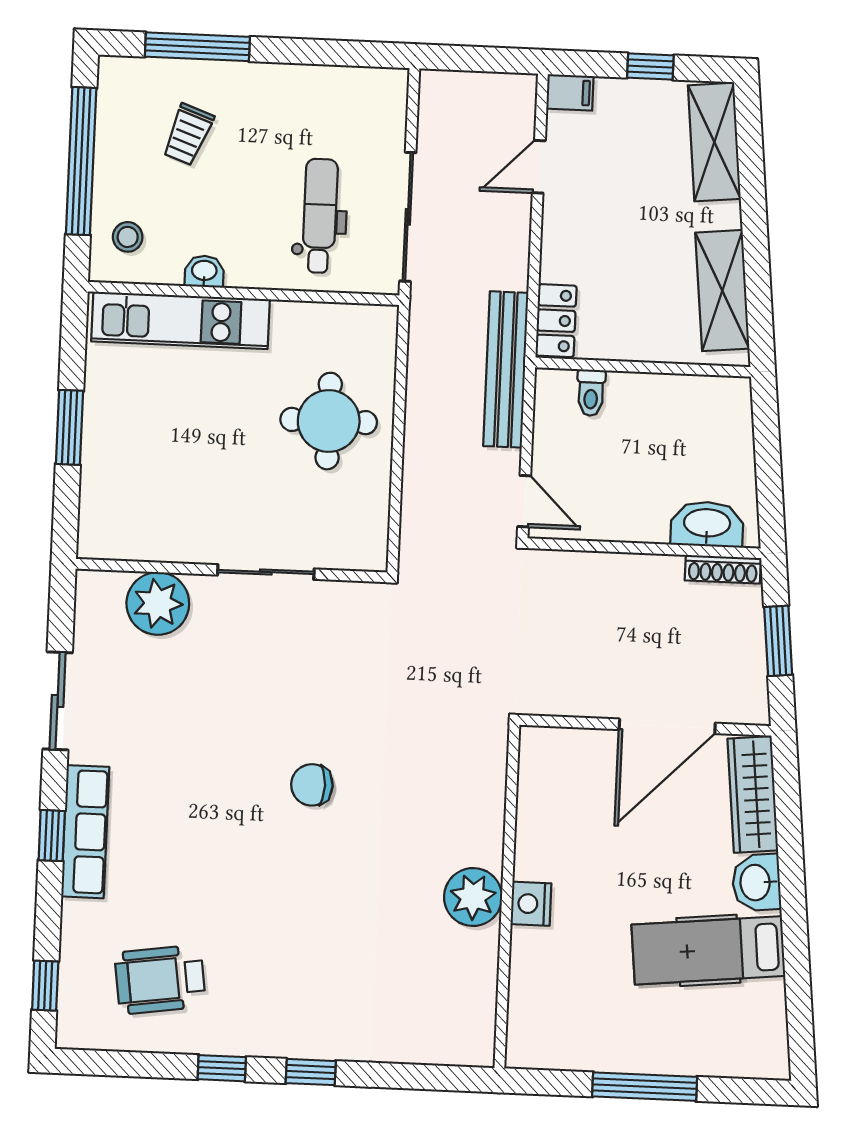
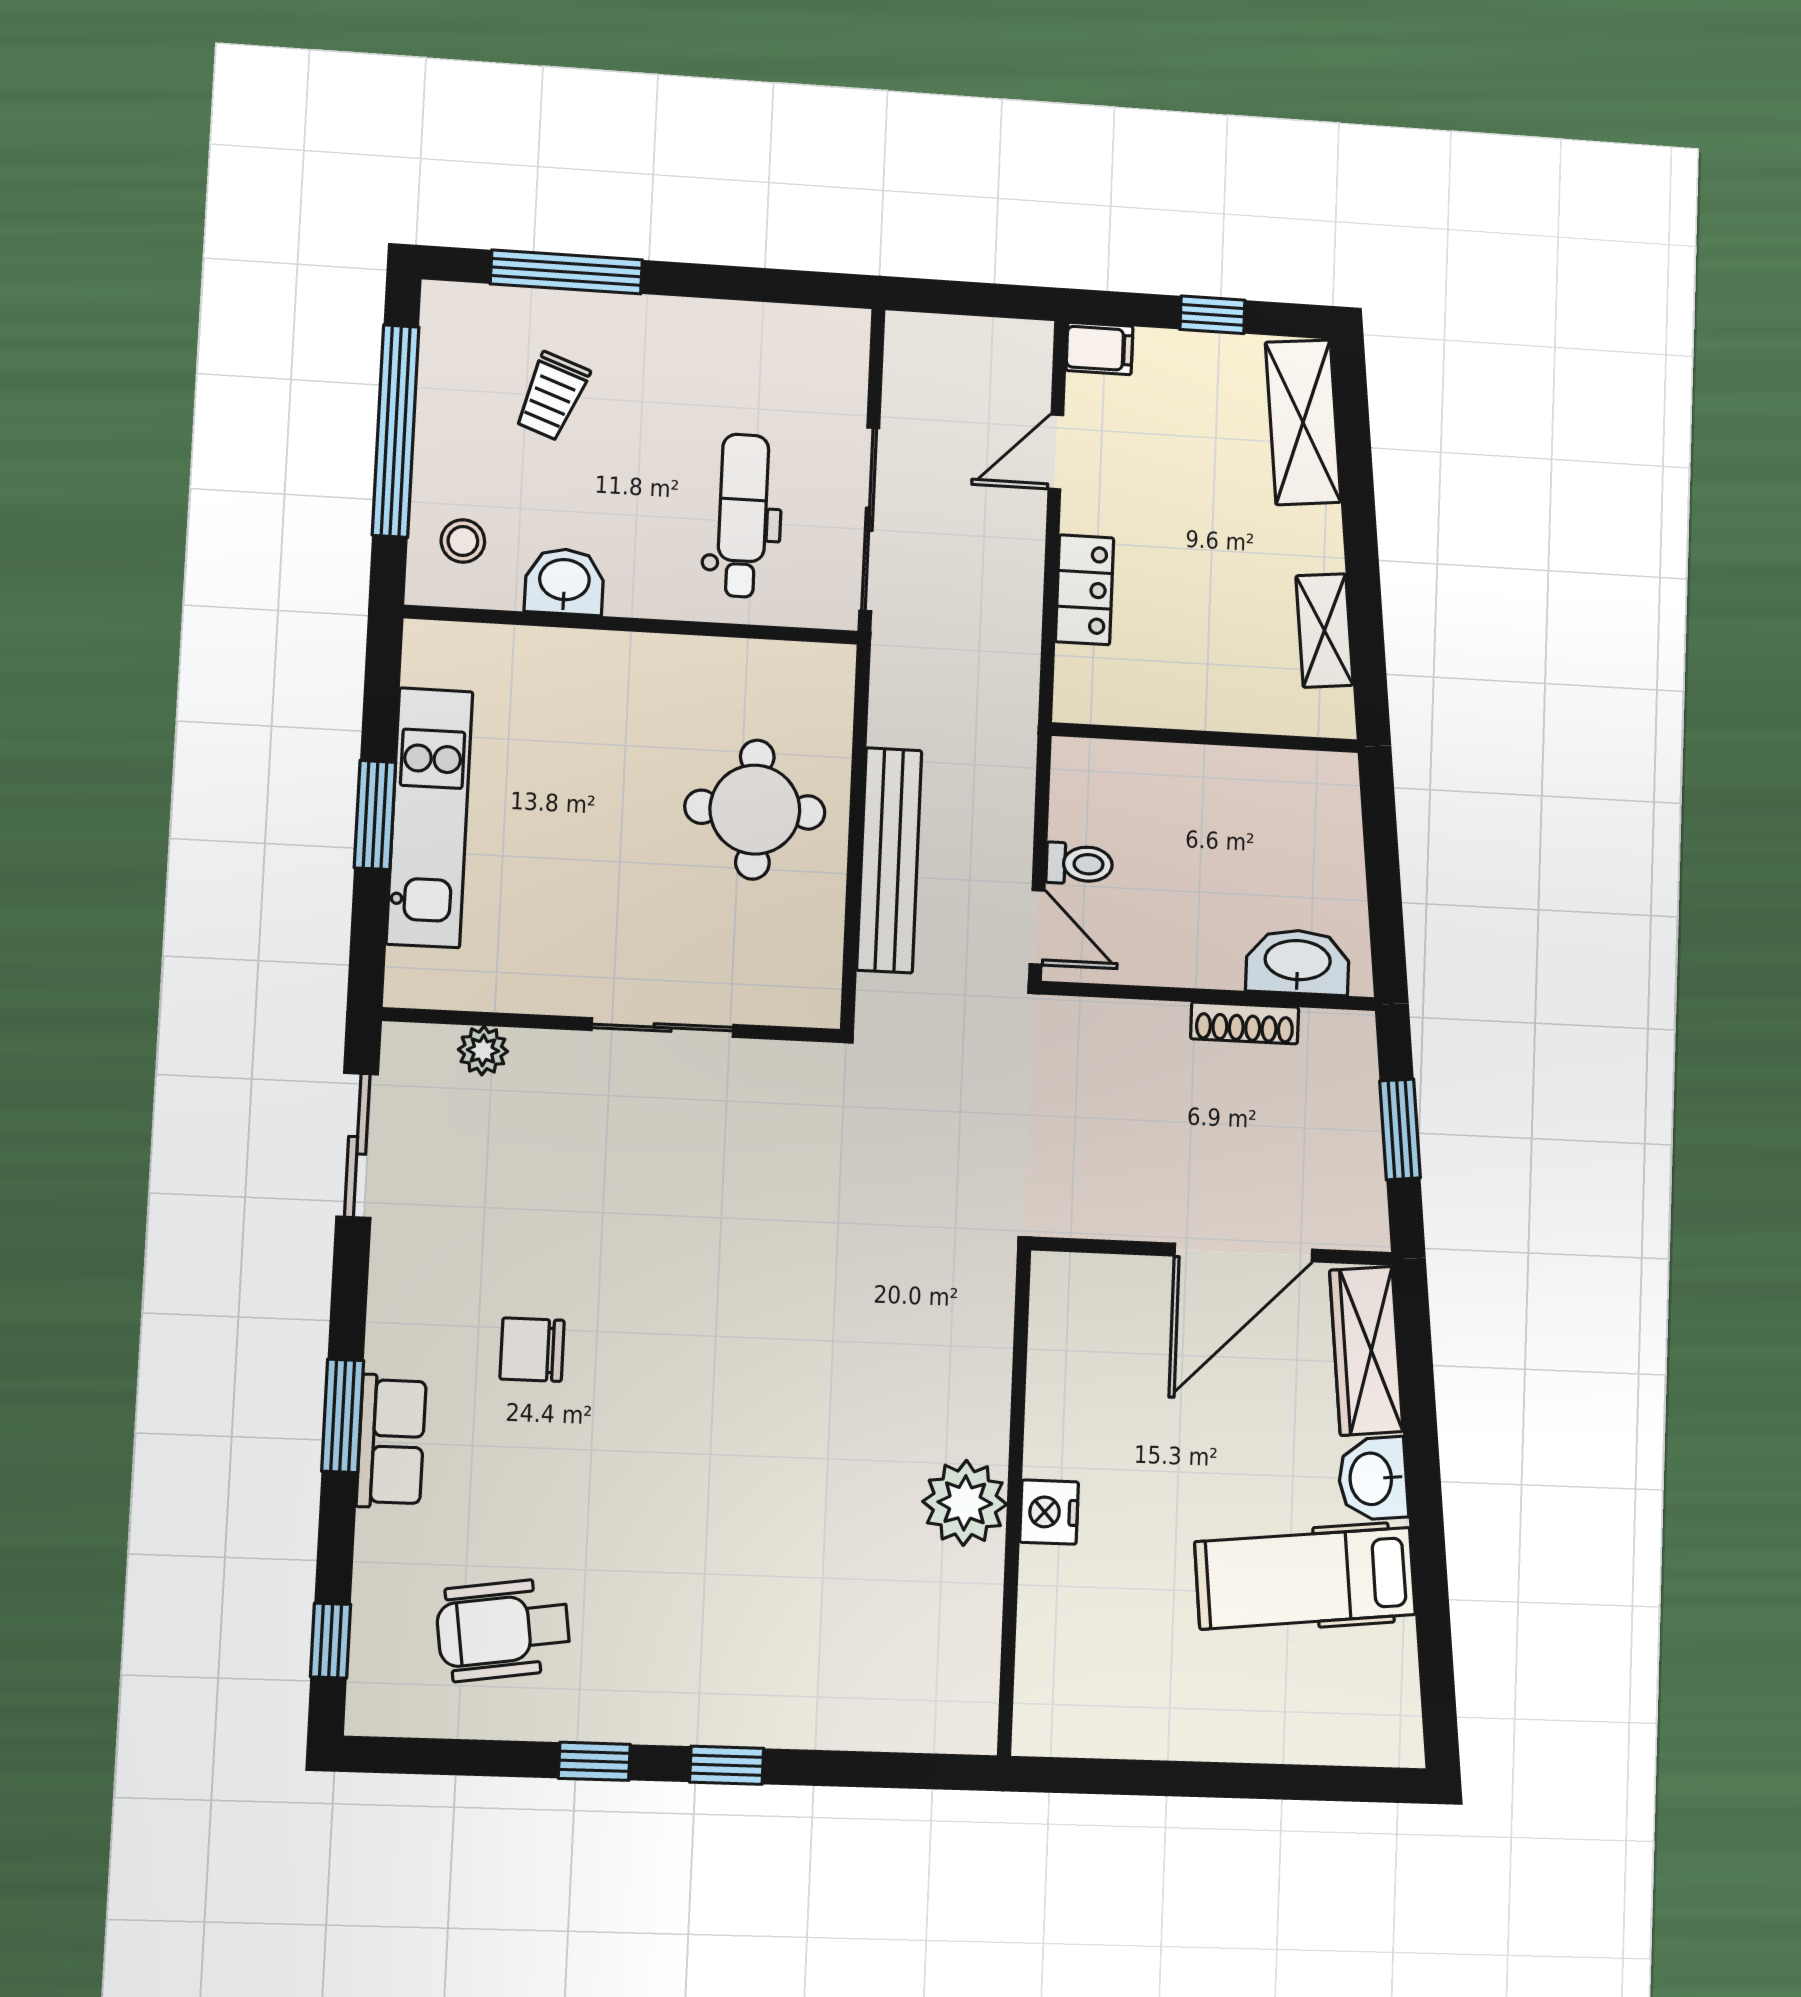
washbasin: (204, 271) -> (564, 582), width x1.38, depth x1.45
shelving: (722, 291) -> (1325, 630), width x0.67, depth x0.75
kitchen unit: (180, 320) -> (430, 818), moved, turned -90
locker: (556, 321) -> (1084, 590), moved
bench: (506, 369) -> (889, 860), moved
toilet: (591, 393) -> (1079, 864), moved, turned -90
shoe rack: (723, 569) -> (1245, 1023), moved
plant: (158, 603) -> (483, 1050), width x0.53, depth x0.53
sliding door: (58, 701) -> (357, 1145), moved
chair: (312, 785) -> (532, 1350), moved
row of seats: (85, 832) -> (391, 1441), width x0.68
window: (52, 836) -> (343, 1416), width x1.50
window: (645, 1087) -> (1215, 1780), removed

